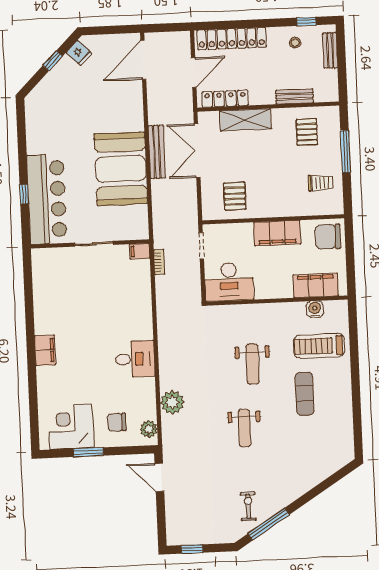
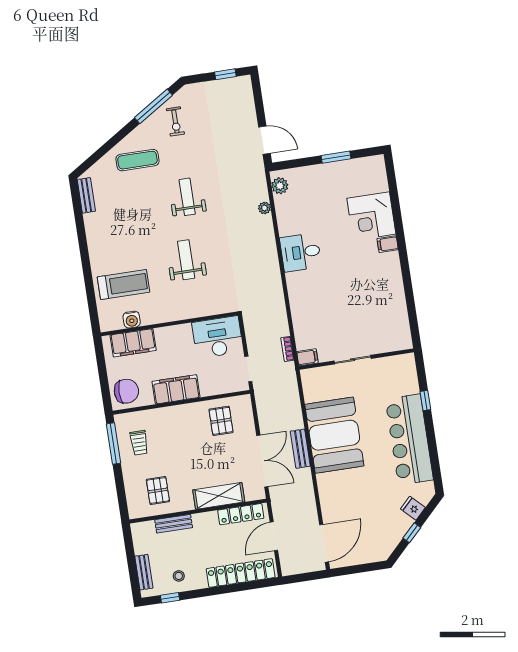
fridge: (79, 53) -> (413, 508), moved
window: (345, 151) -> (114, 444), moved
bench: (157, 152) -> (300, 449), width x0.73
trolley: (321, 183) -> (139, 443), turned -90
bar counter: (47, 199) -> (409, 439), moved
filing cabinet: (45, 350) -> (388, 244), width x0.50
exercise mat: (305, 394) -> (137, 160), moved, turned 90
plant: (172, 402) -> (264, 208), width x0.53, depth x0.53
chair: (117, 422) -> (312, 189), removed
corner desk: (71, 427) -> (371, 216), moved, turned 90
bench: (347, 441) -> (86, 195), added

